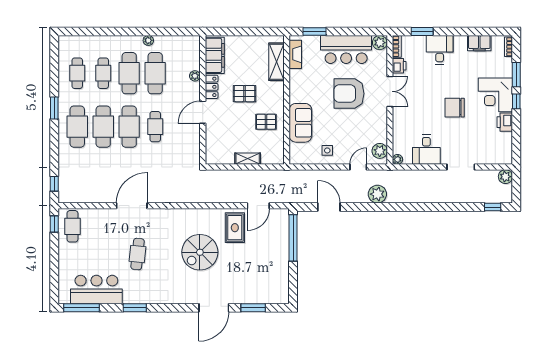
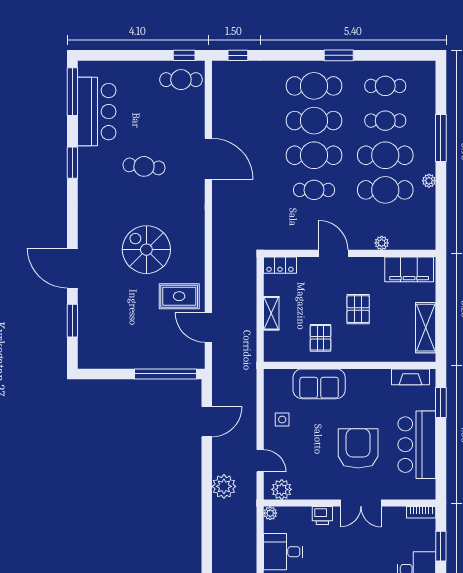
window: (116, 32) -> (441, 138), added
plant: (380, 43) -> (426, 489), removed
shelving: (277, 62) -> (426, 328), moved, turned 90
printer: (399, 66) -> (322, 516), moved
locker: (212, 87) -> (280, 265), moved

